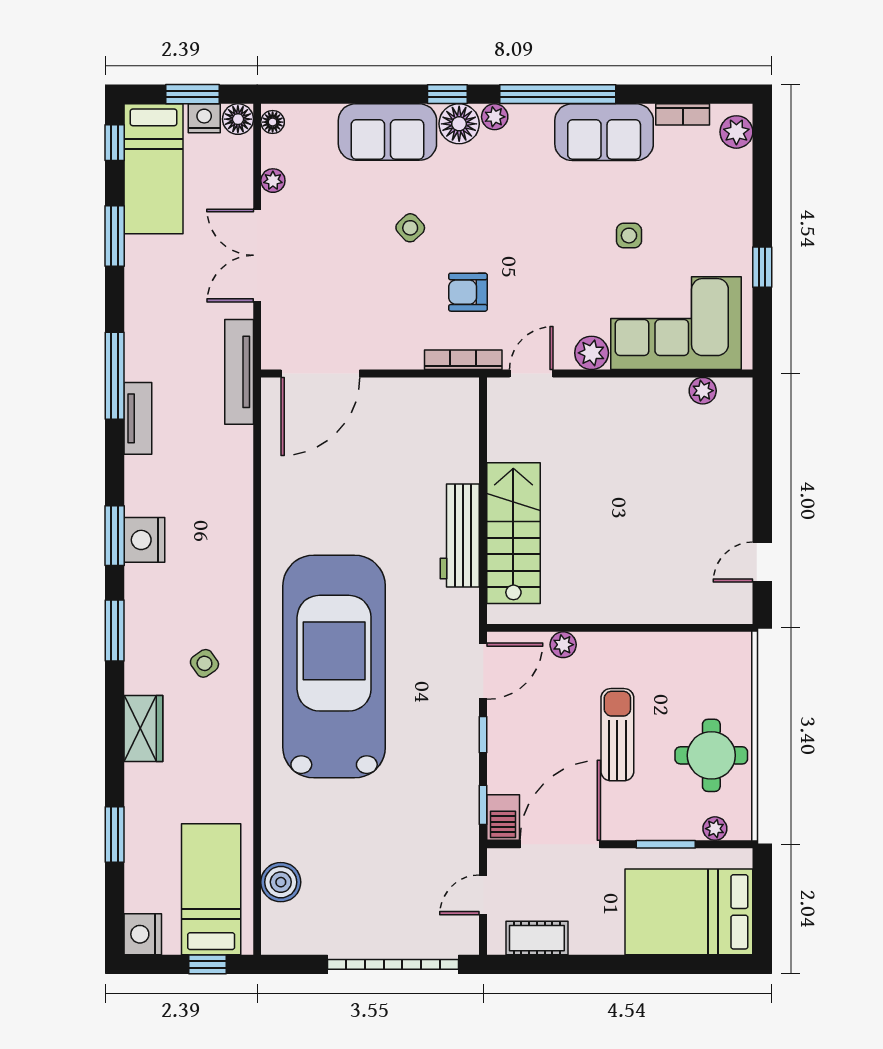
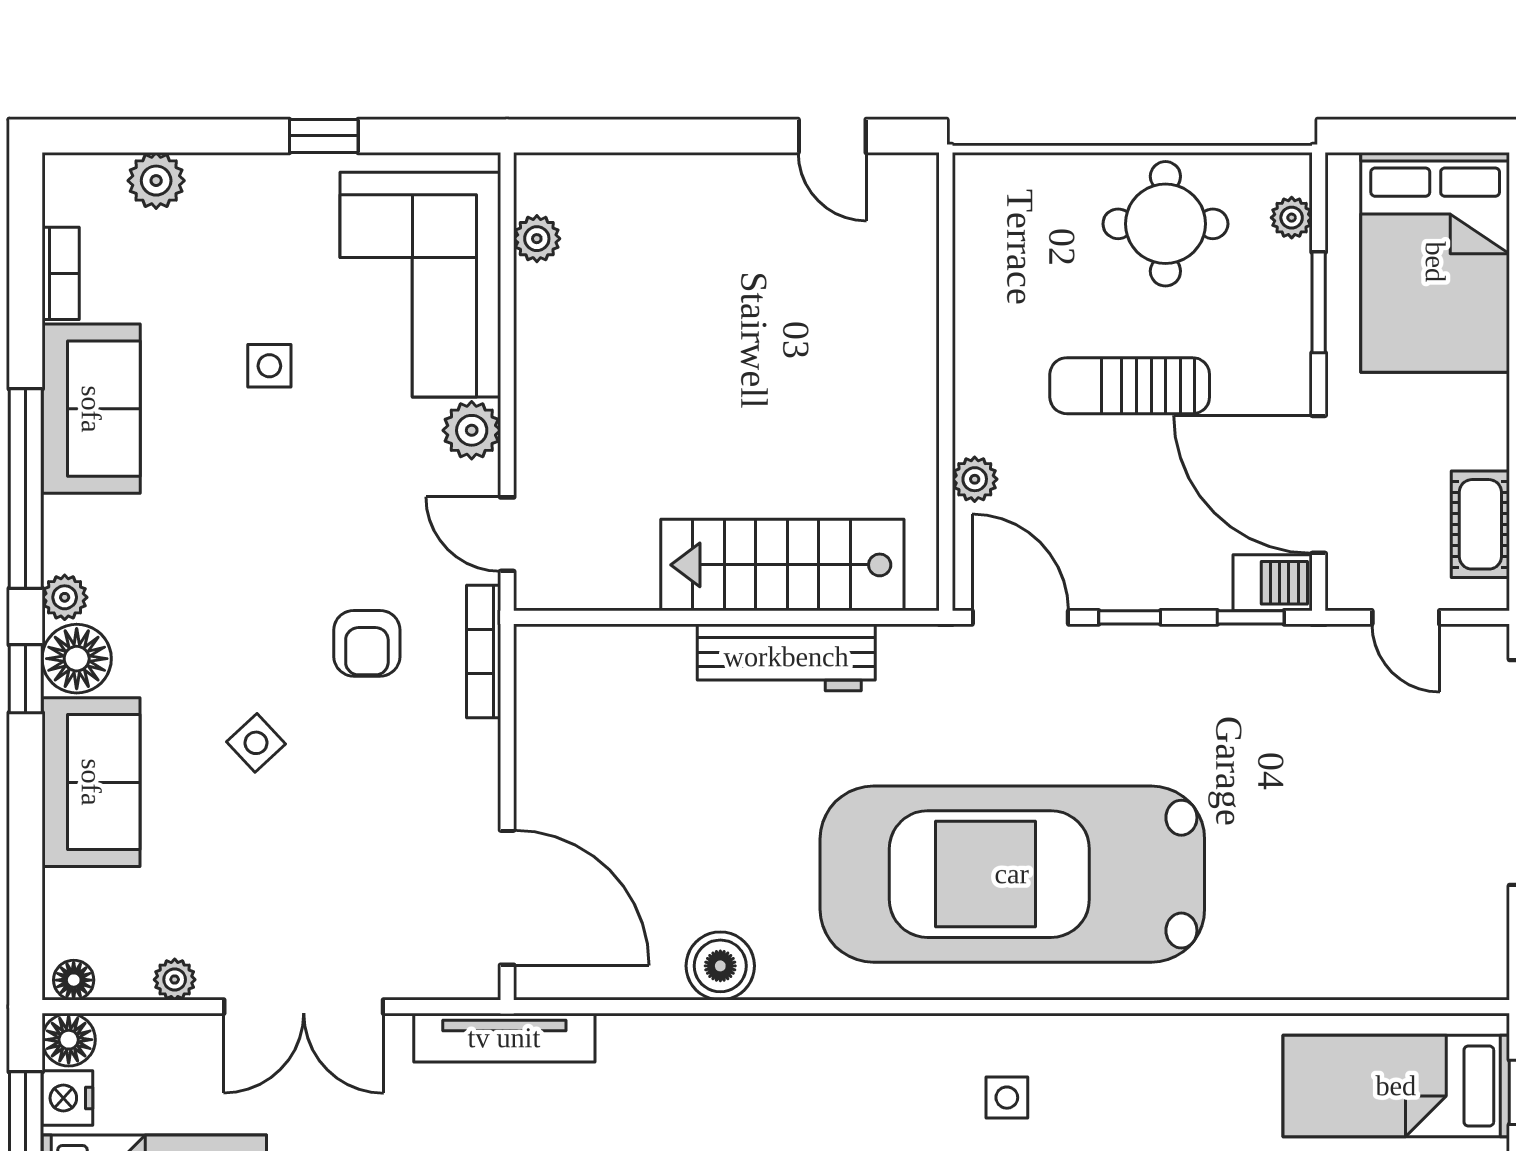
plant: (736, 132) -> (156, 181), moved
side table: (204, 663) -> (1007, 1098), turned 35
boiler: (281, 882) -> (720, 966), moved

